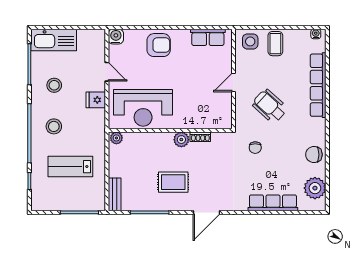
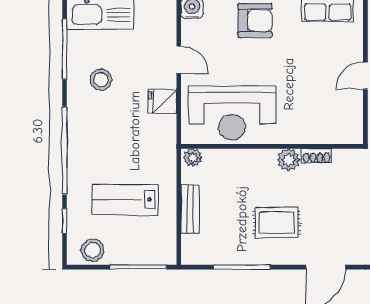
stool: (54, 126) -> (93, 250), moved
bench: (115, 194) -> (190, 209), moved

